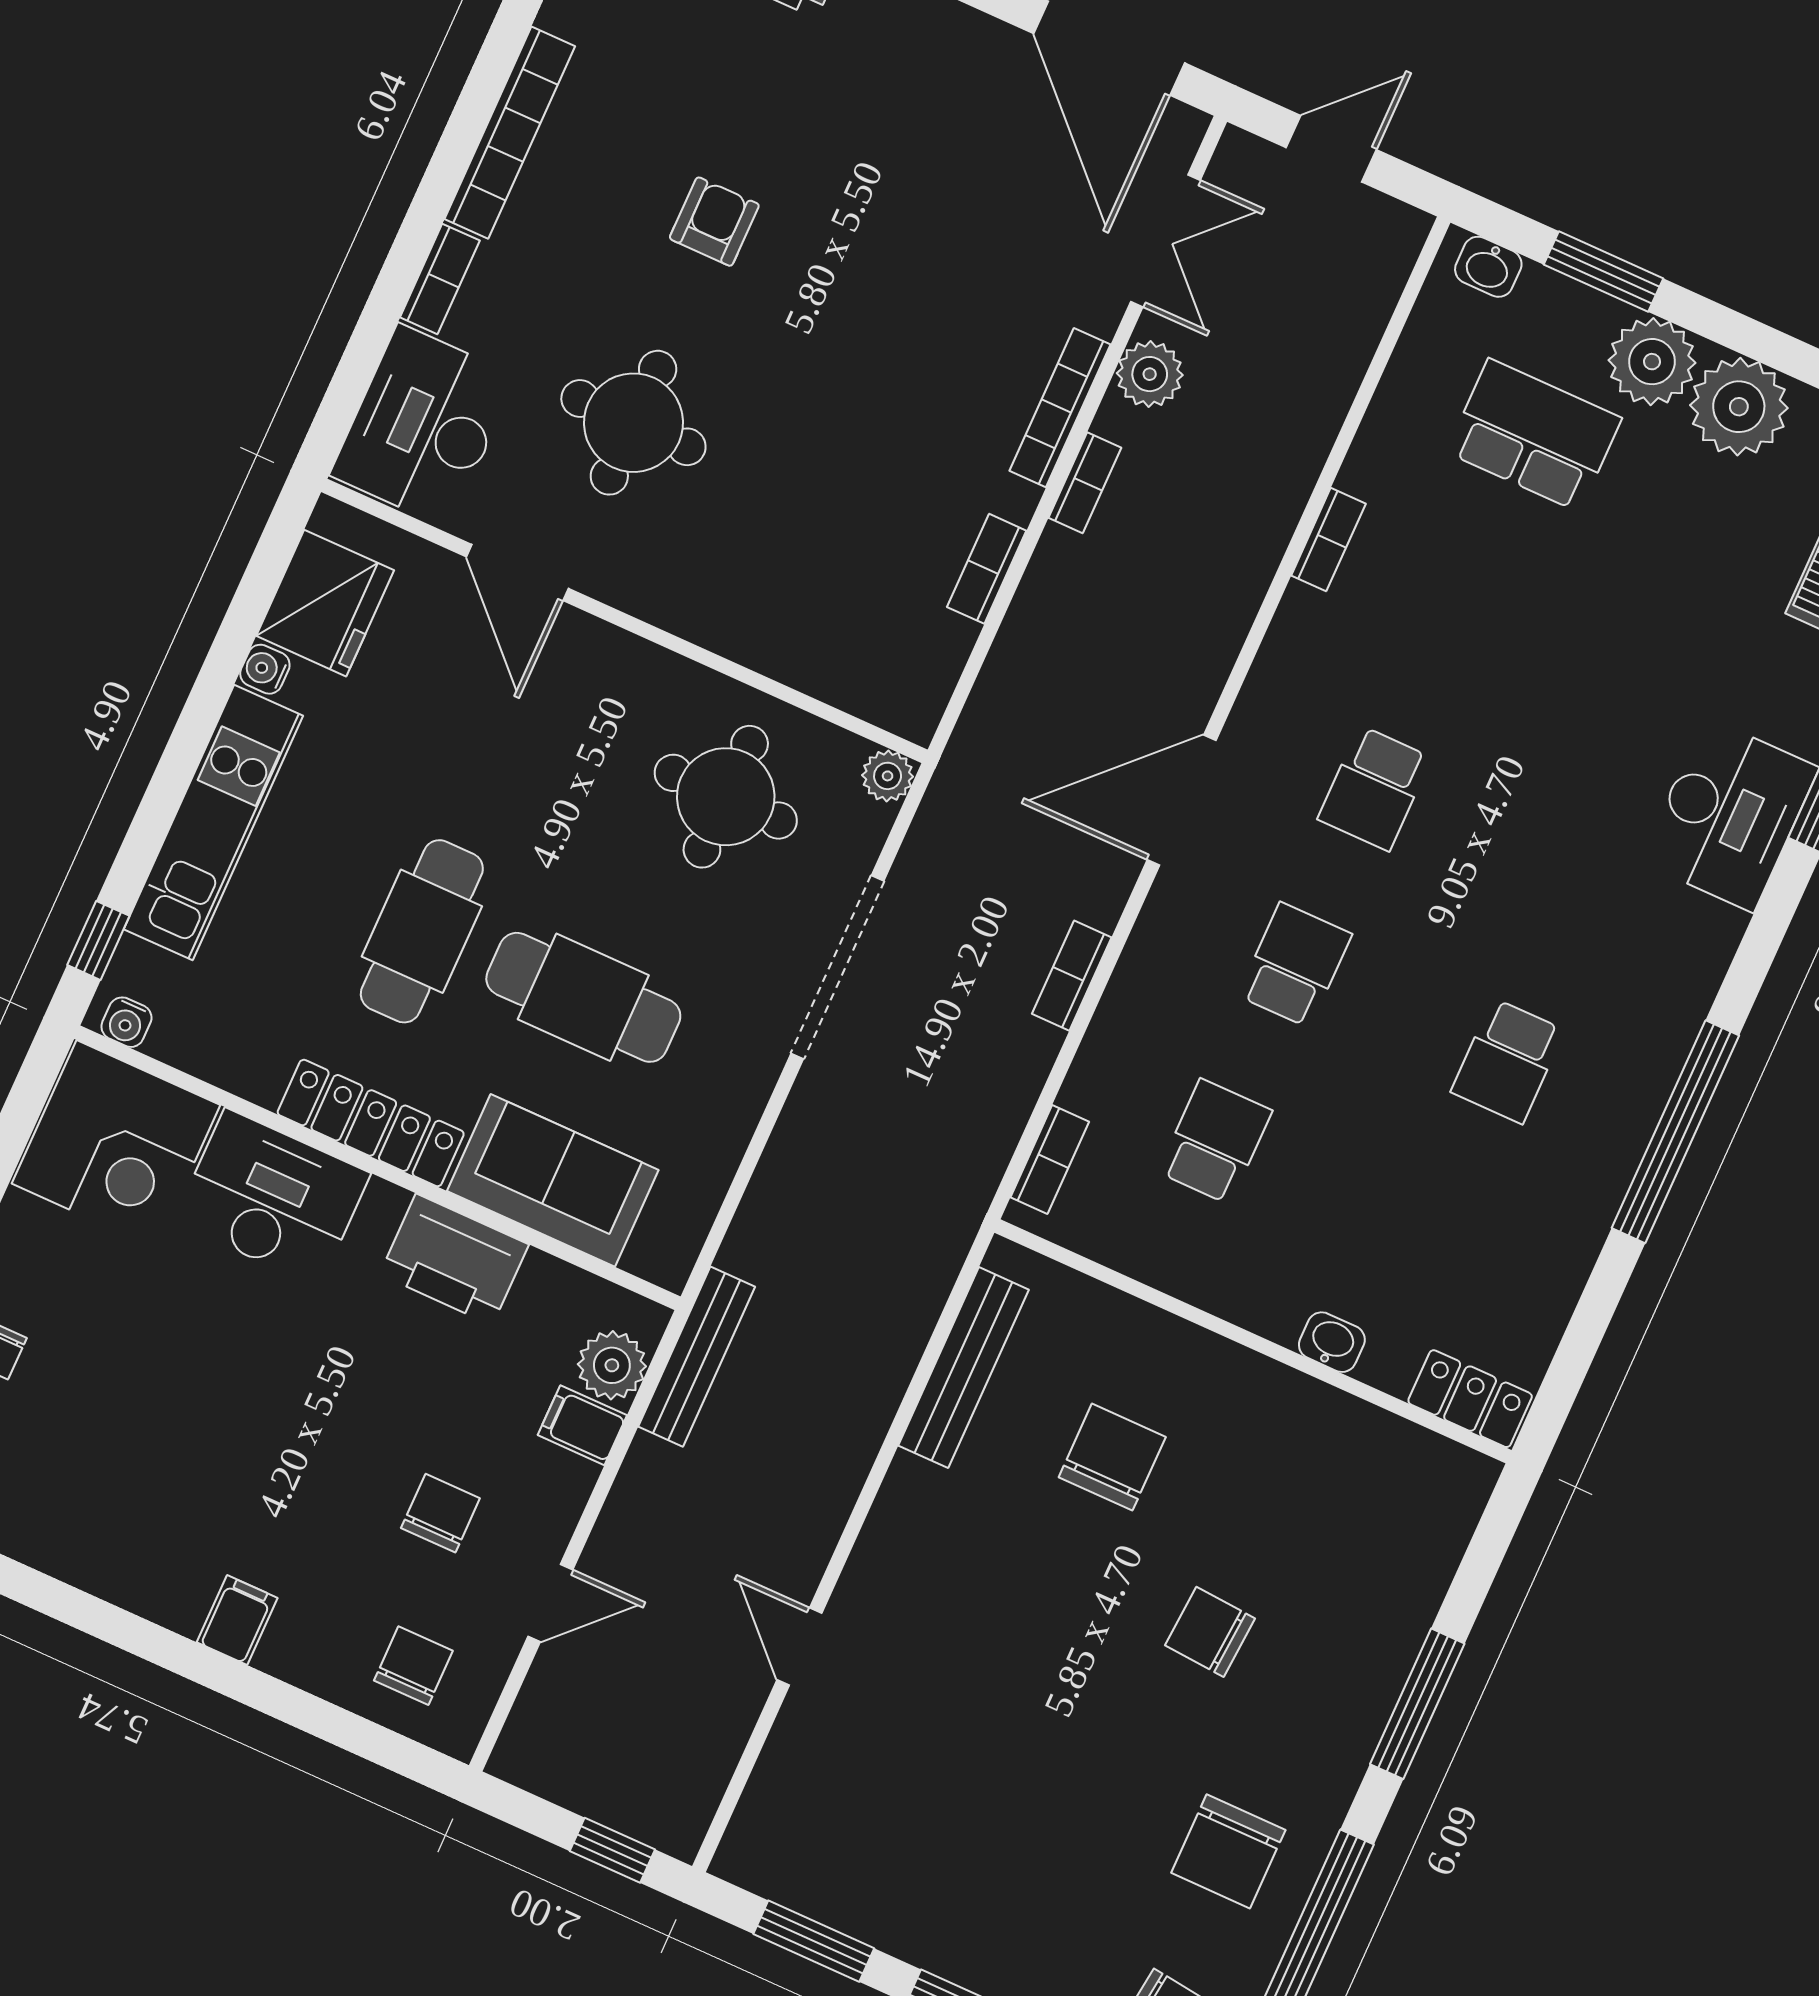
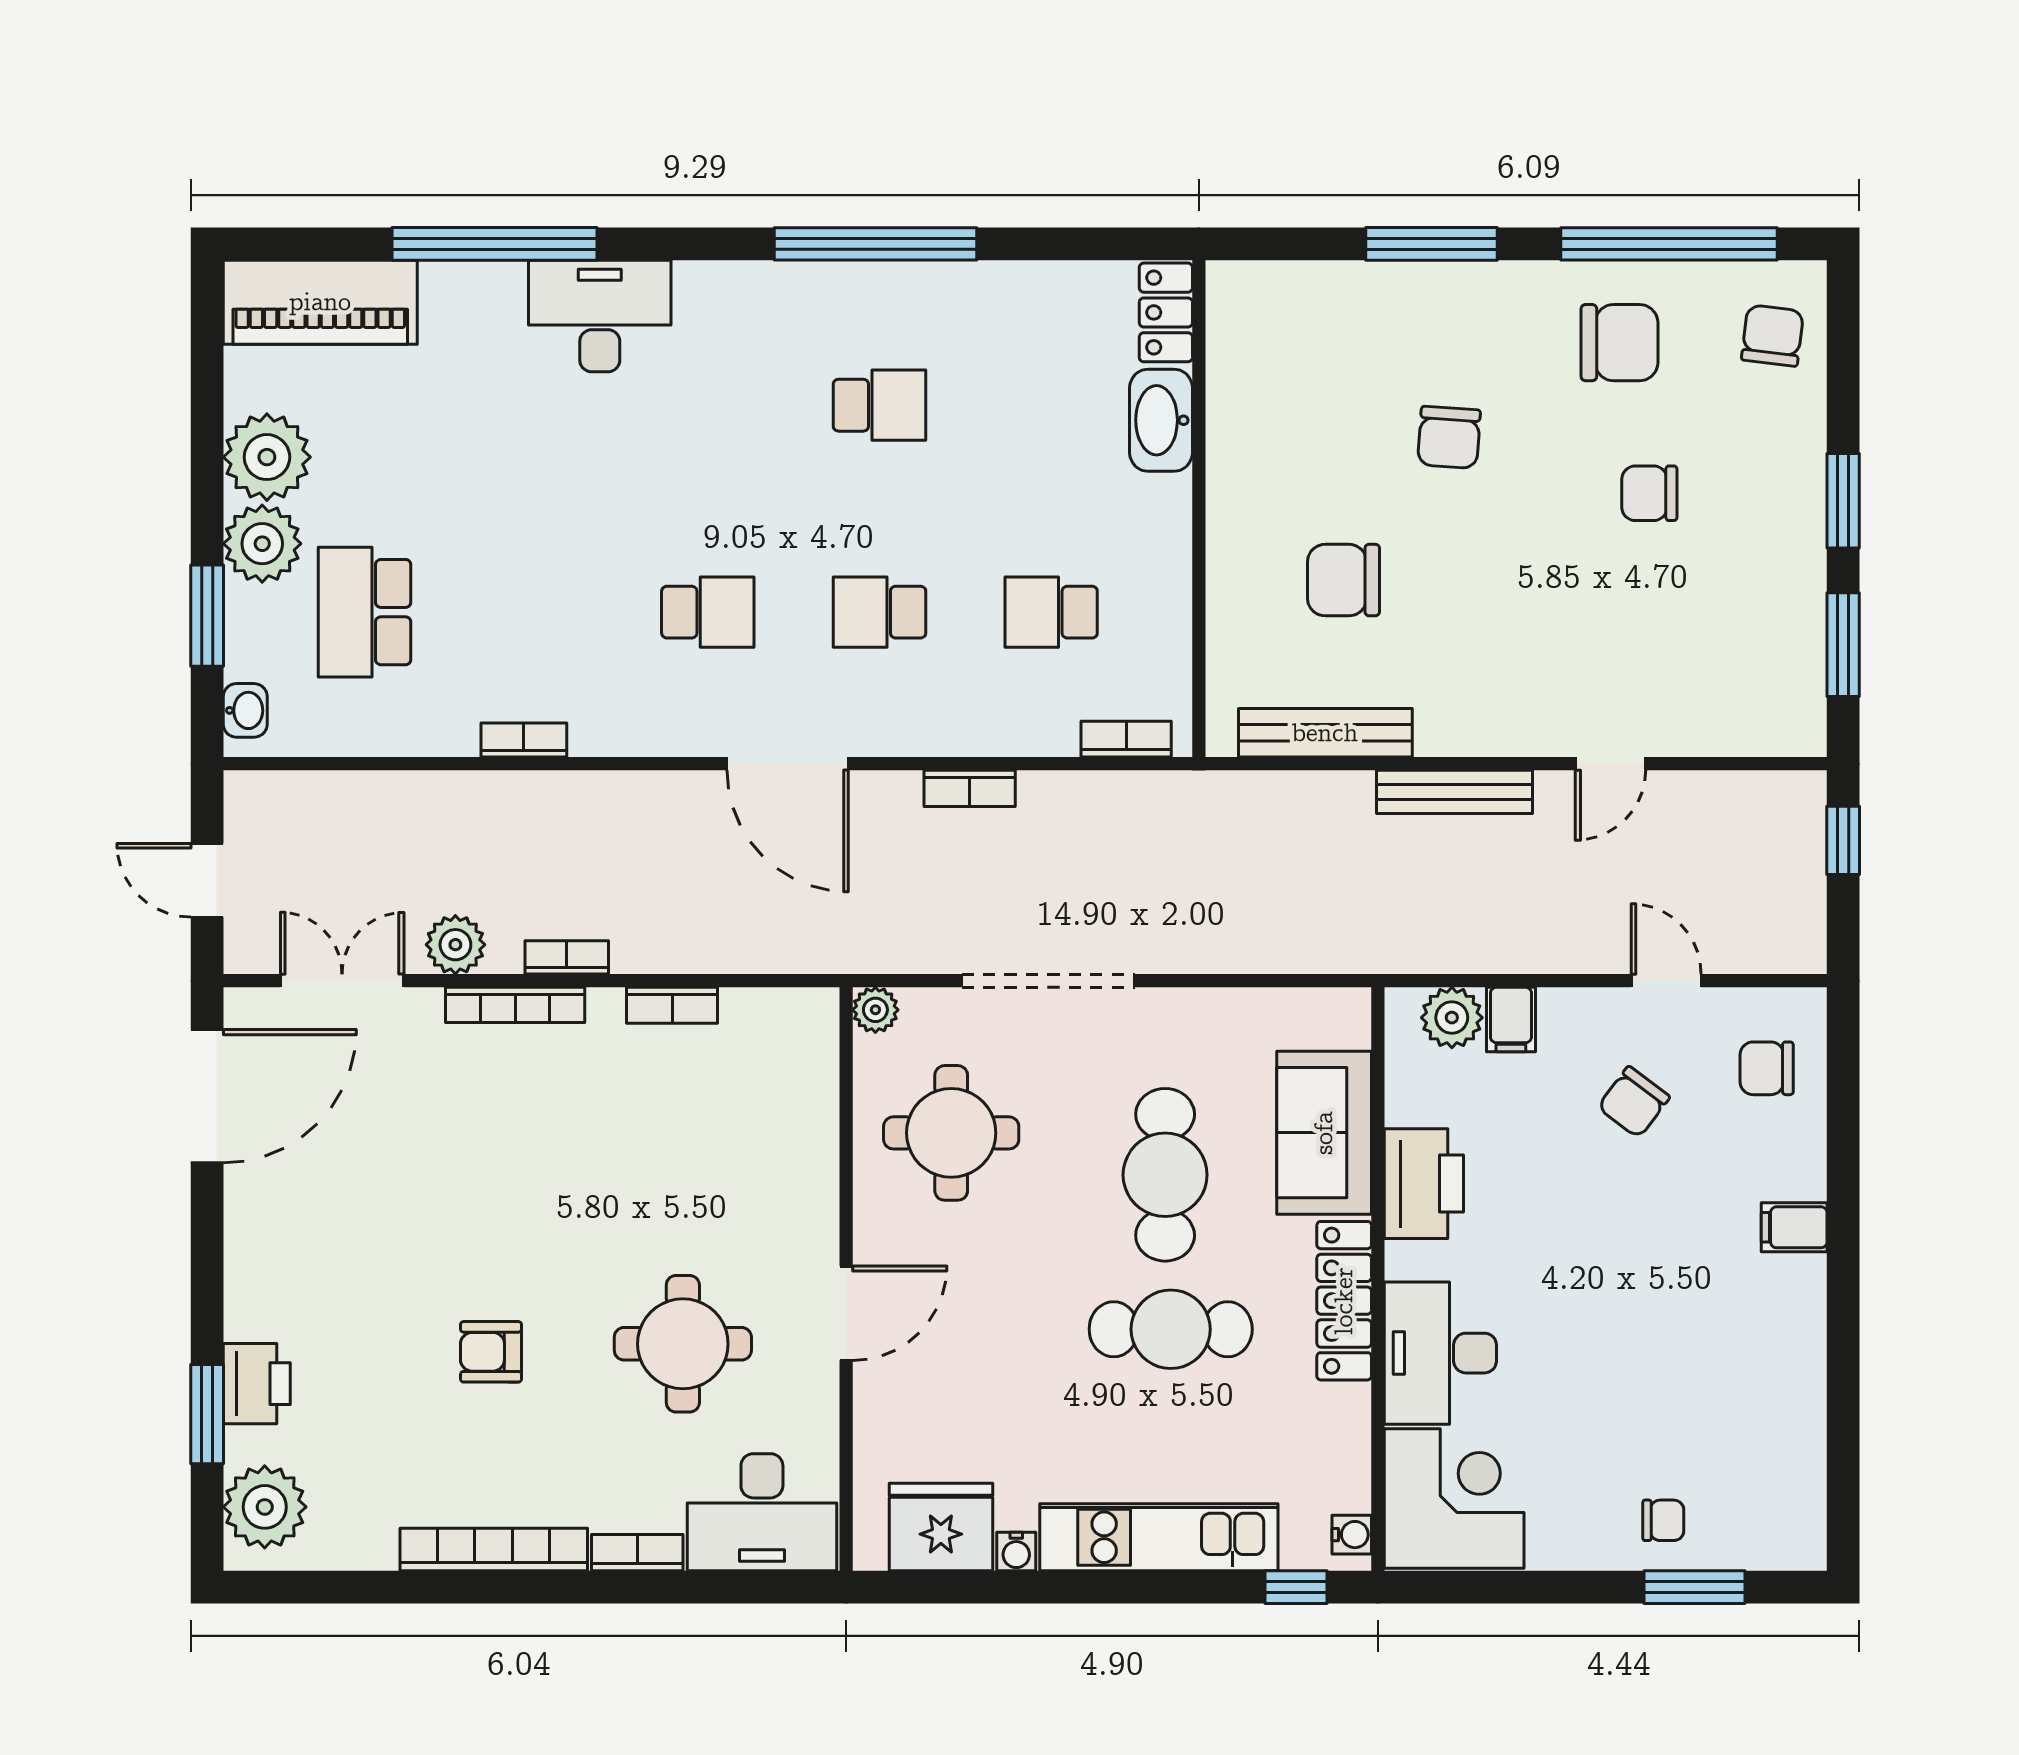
door: (517, 573) -> (846, 1313), moved
washbasin: (1332, 1342) -> (1161, 420), width x1.91, depth x1.45
bench: (697, 1357) -> (1455, 792), moved
chair: (440, 1513) -> (1634, 1102), turned -53
chair: (1059, 1812) -> (1649, 493), added

